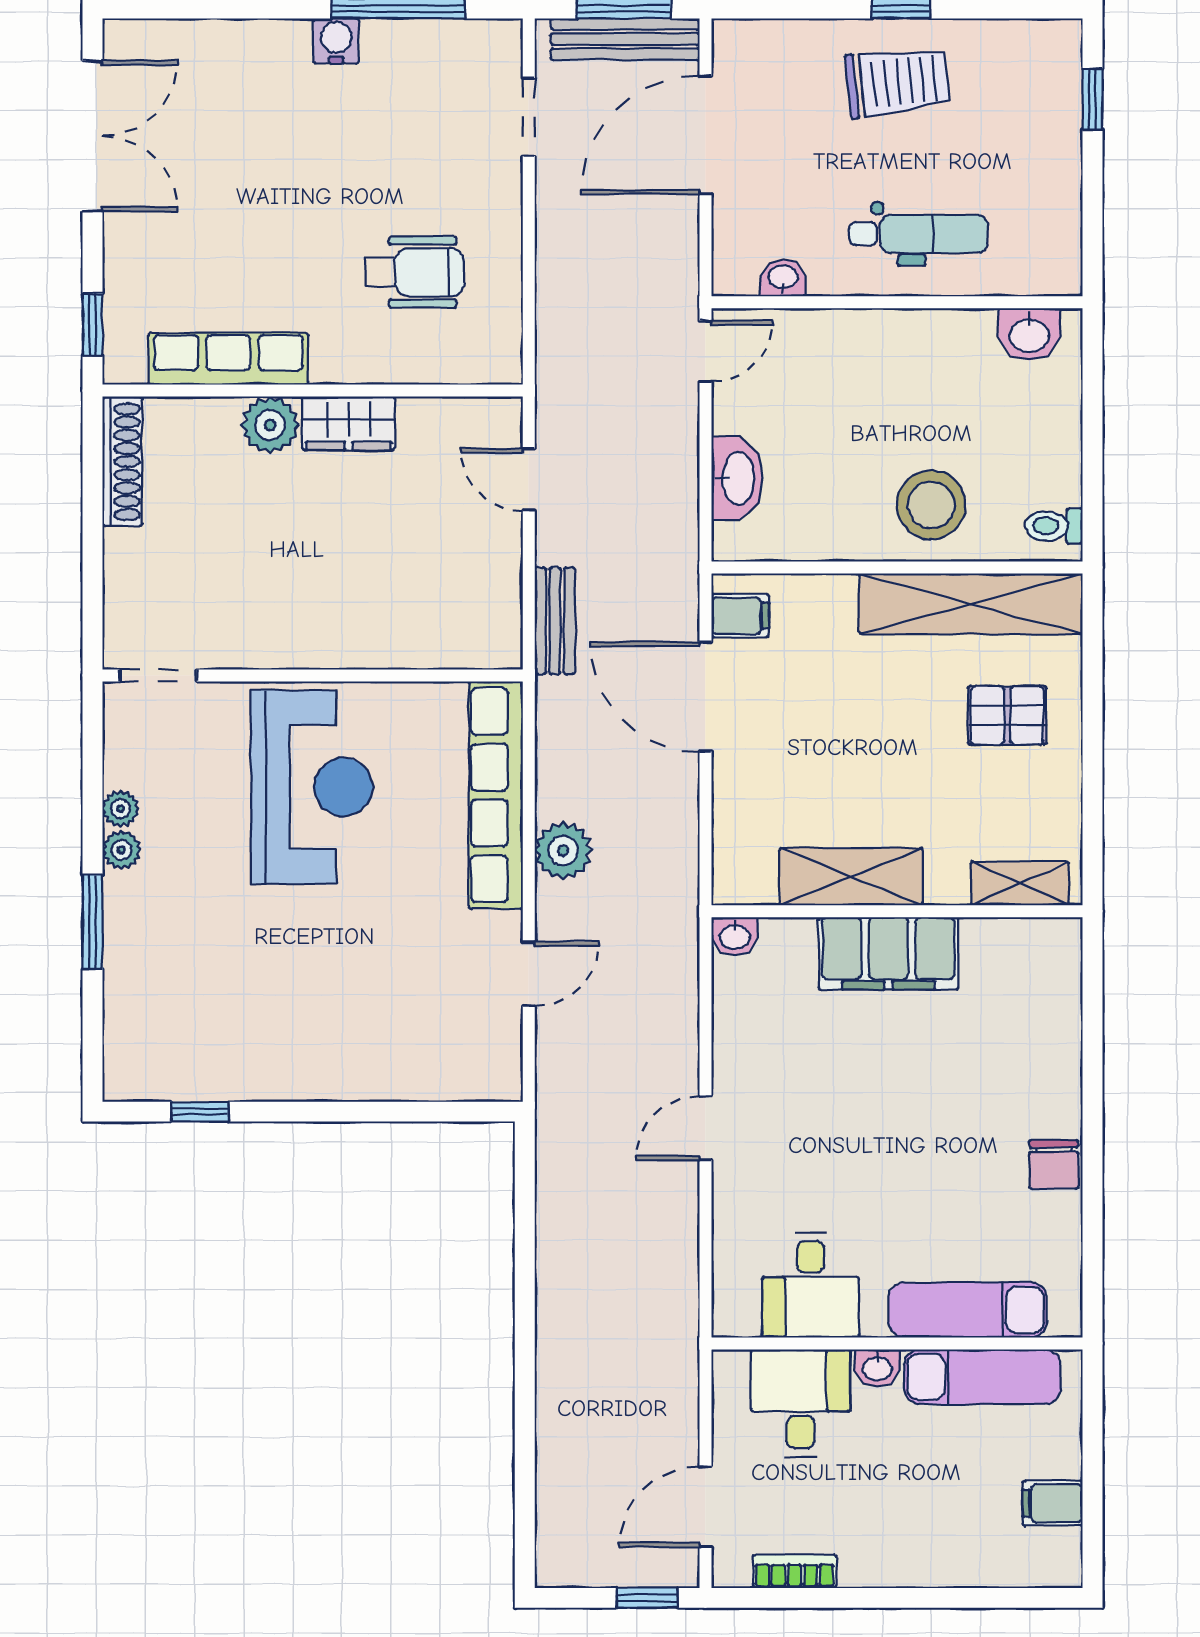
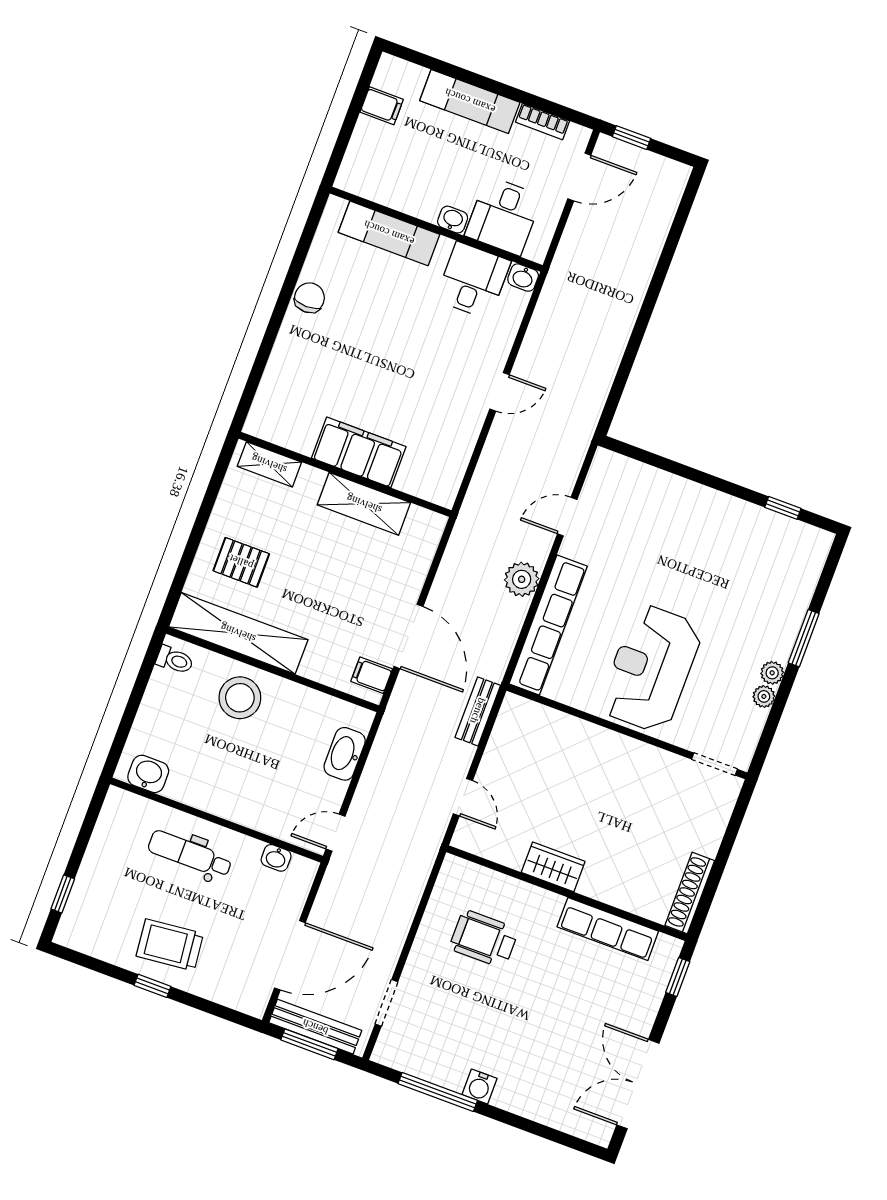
plant: (270, 425) -> (598, 883), removed
washbasin: (735, 936) -> (523, 278), moved, turned 180
exam couch: (982, 1377) -> (470, 101), moved, turned 180

